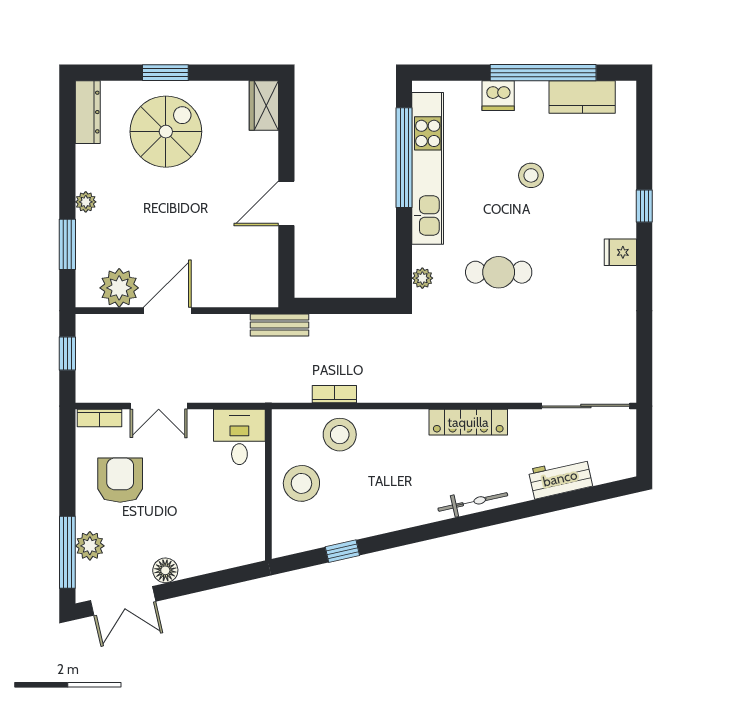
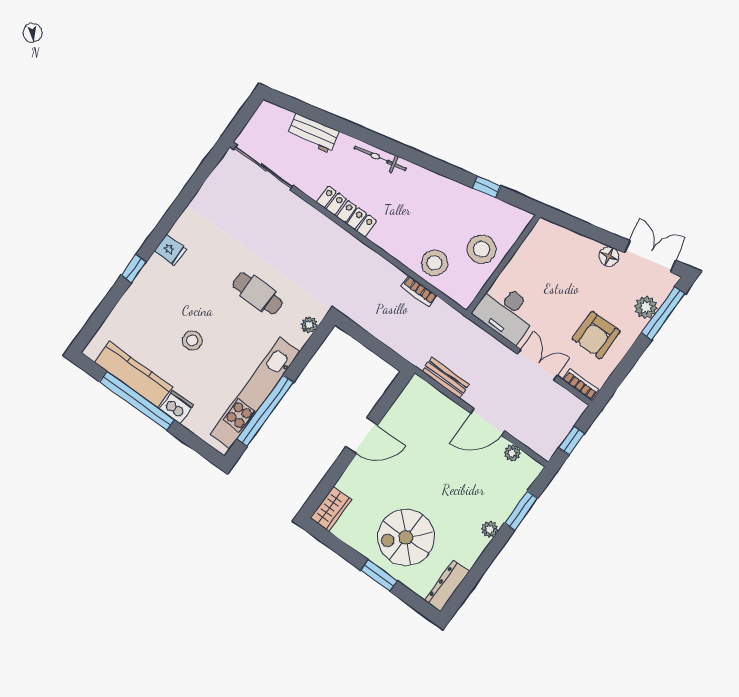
kitchen counter: (582, 97) -> (134, 375), width x1.50
plant: (119, 288) -> (512, 453), width x0.53, depth x0.53
bench: (279, 325) -> (446, 378), moved
desk: (239, 437) -> (506, 312), width x1.37

